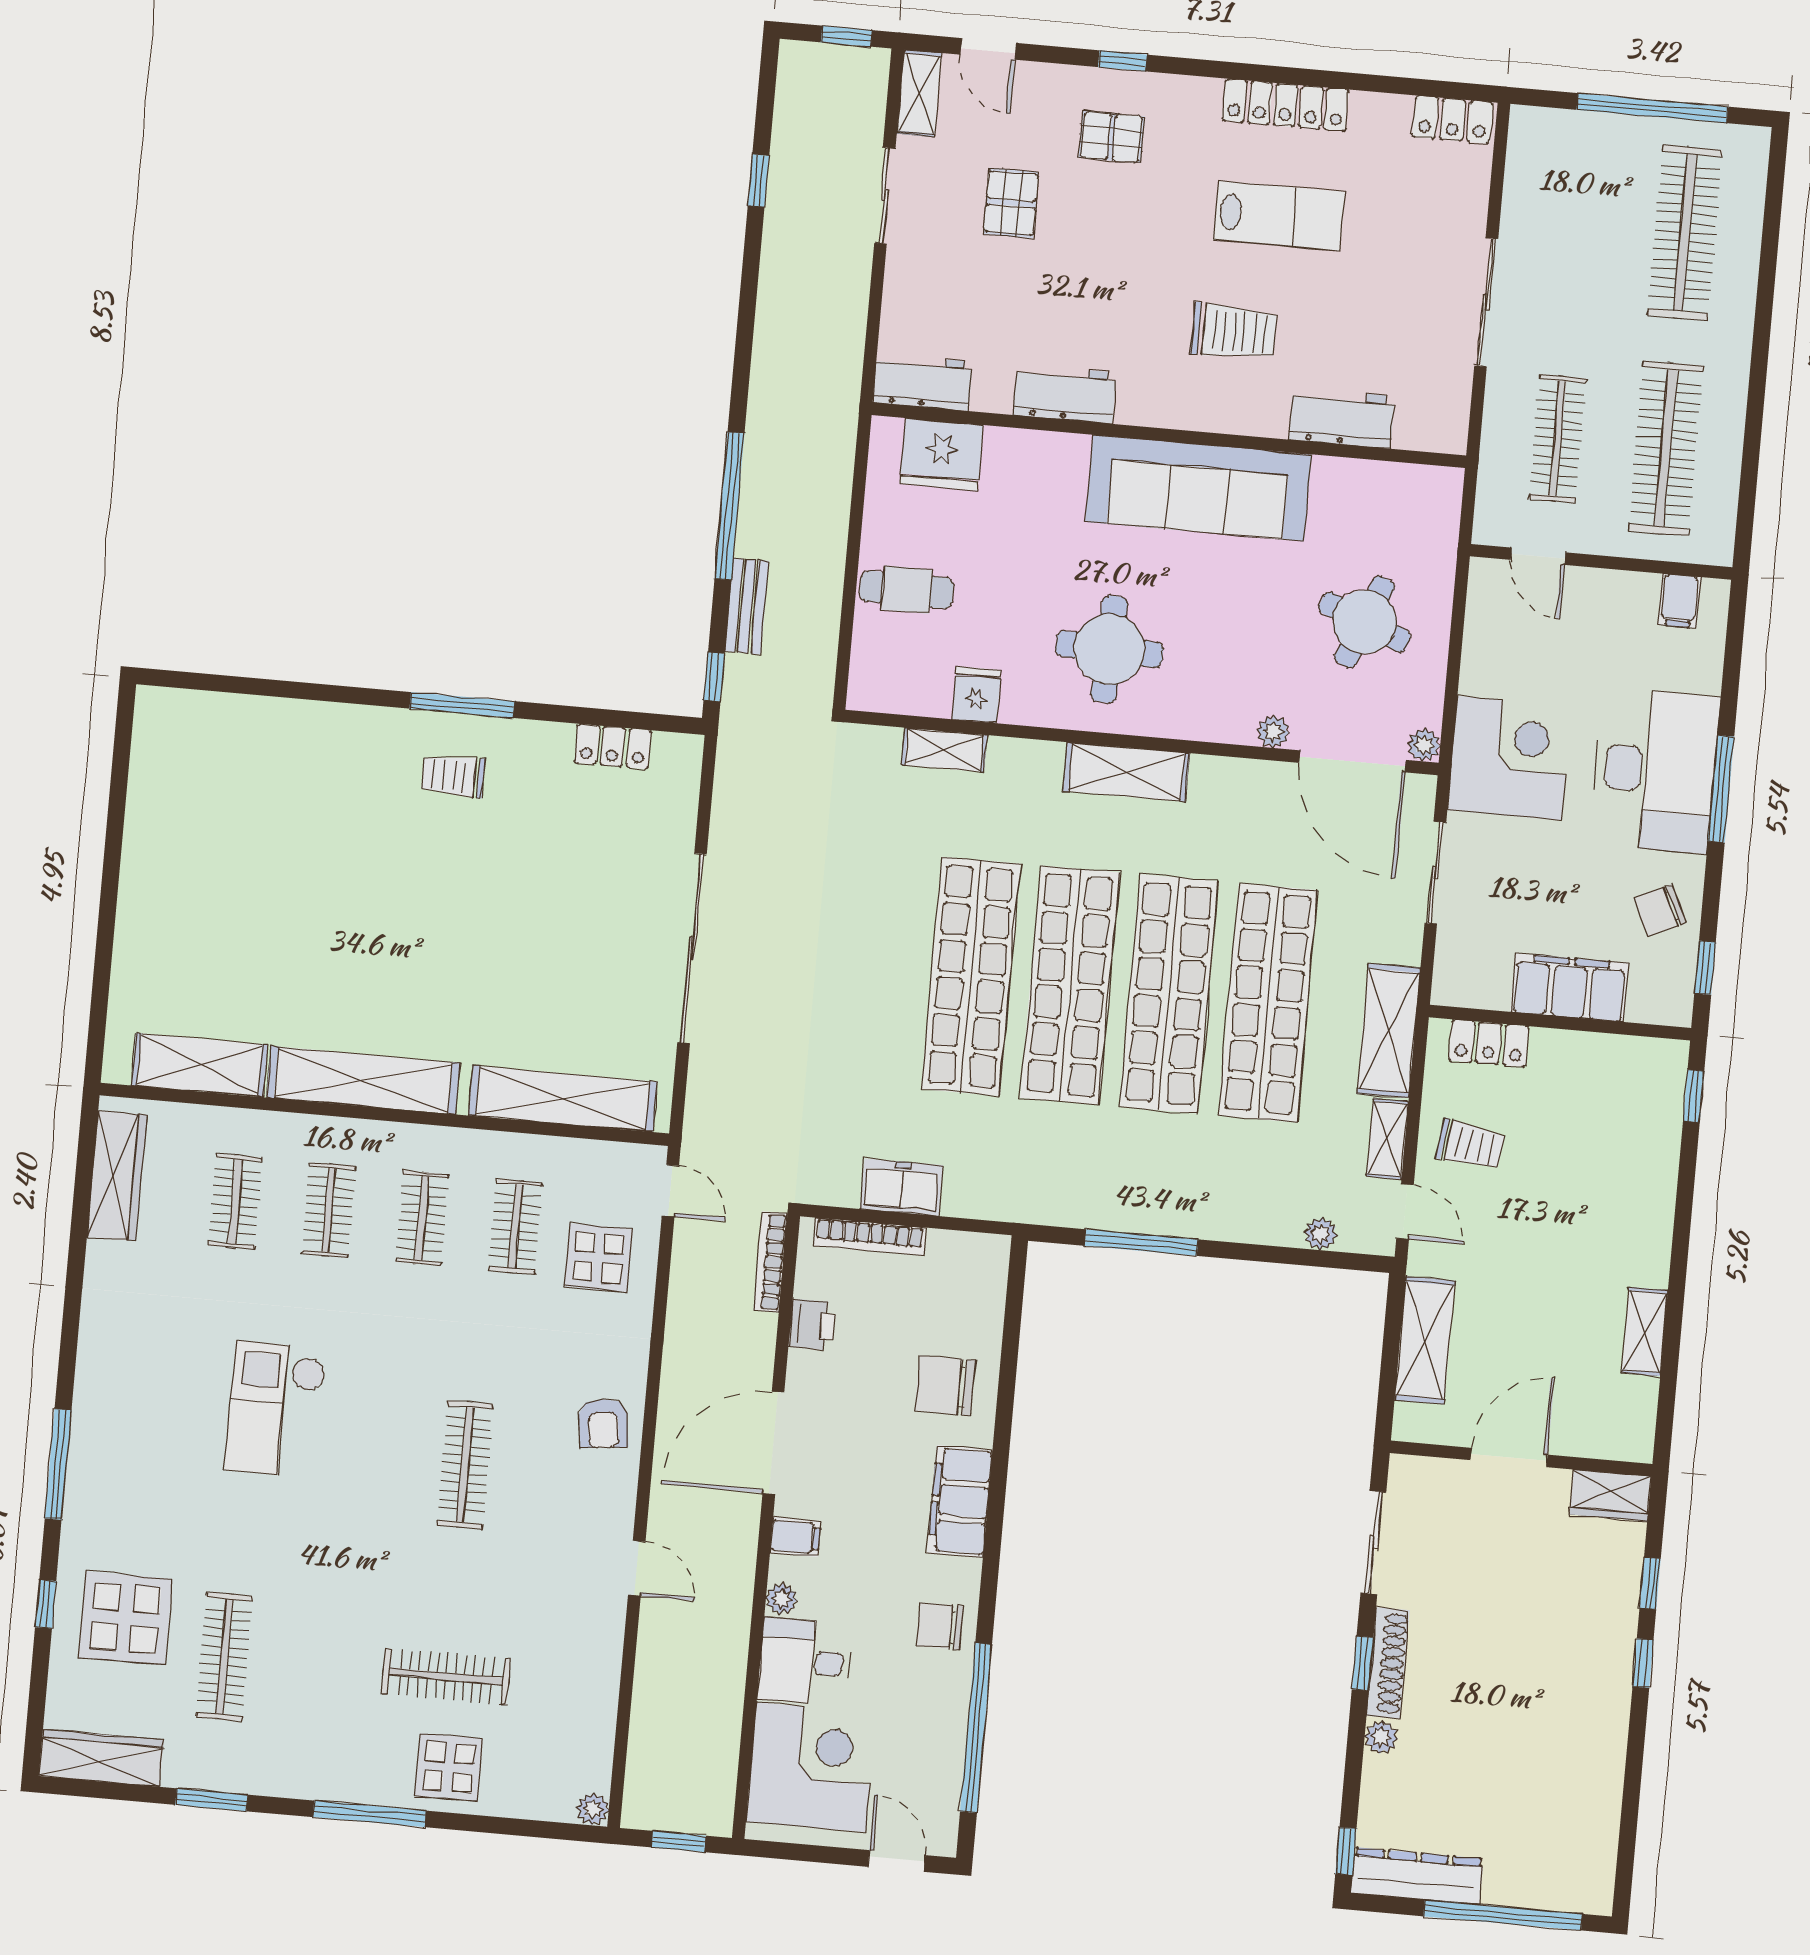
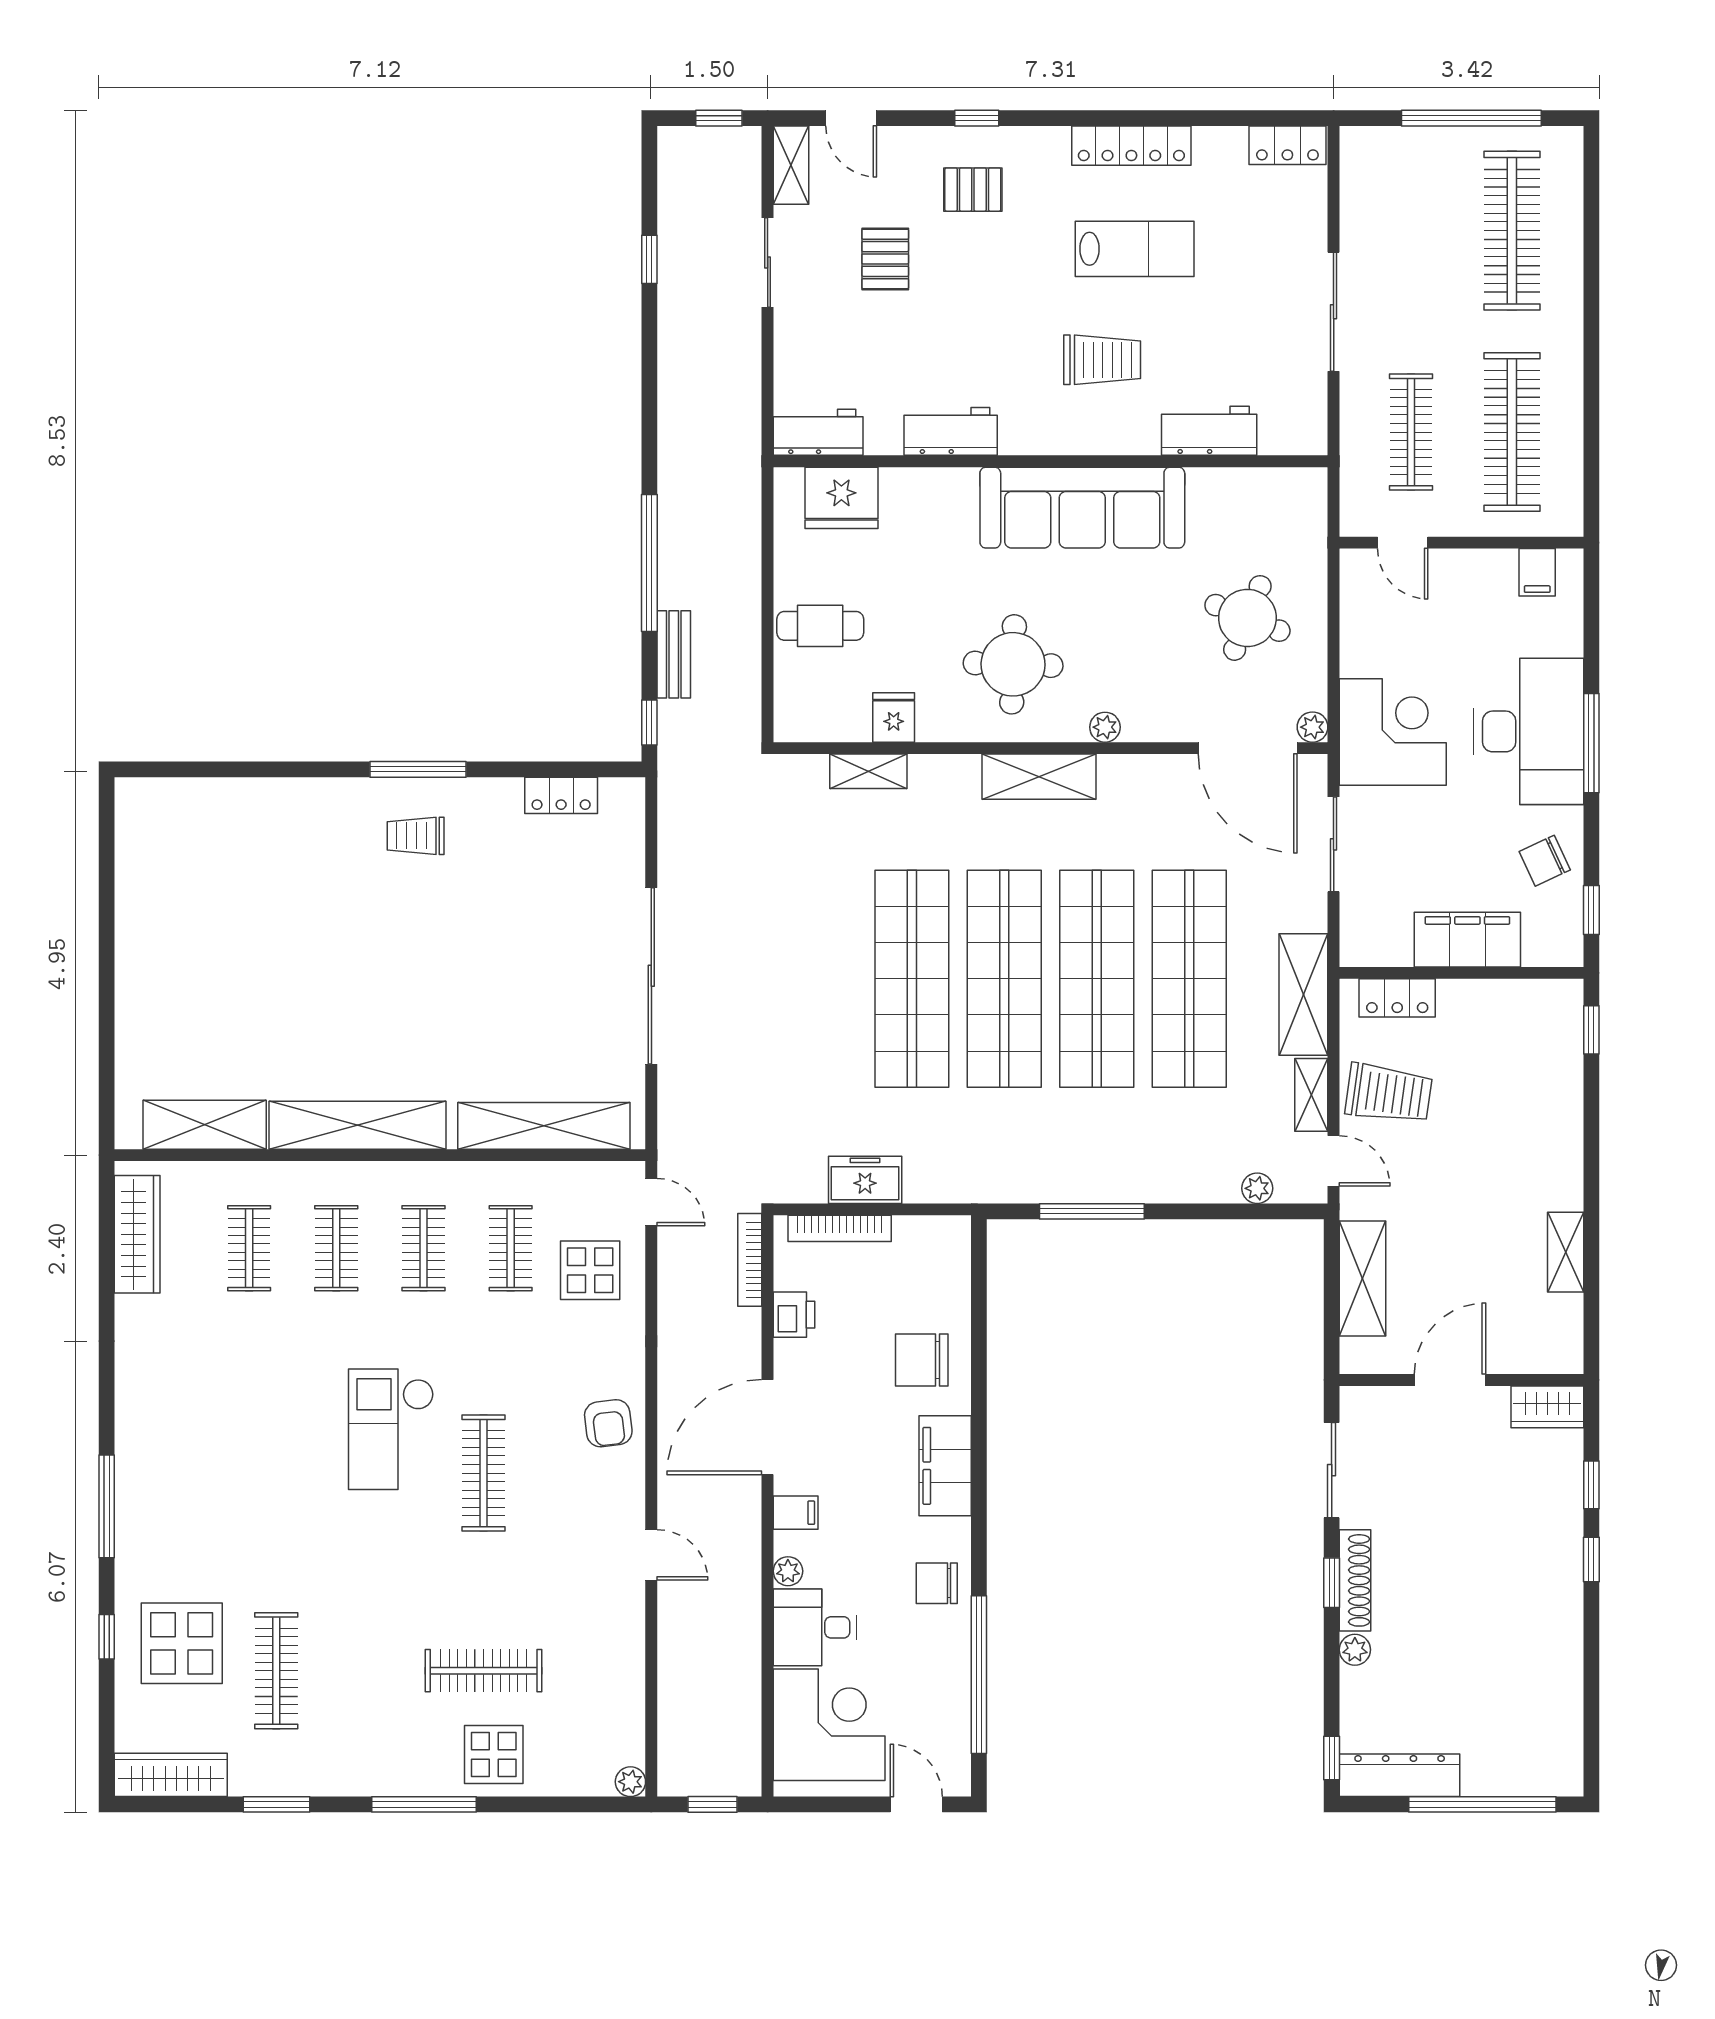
plant: (1273, 732) -> (1105, 727), moved
trolley: (1470, 1145) -> (1389, 1093), width x1.36, depth x1.39
checkout: (276, 1409) -> (391, 1429), moved

